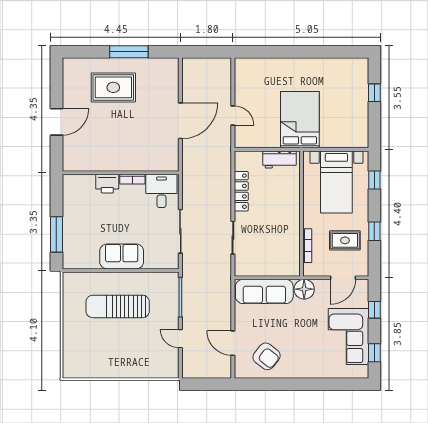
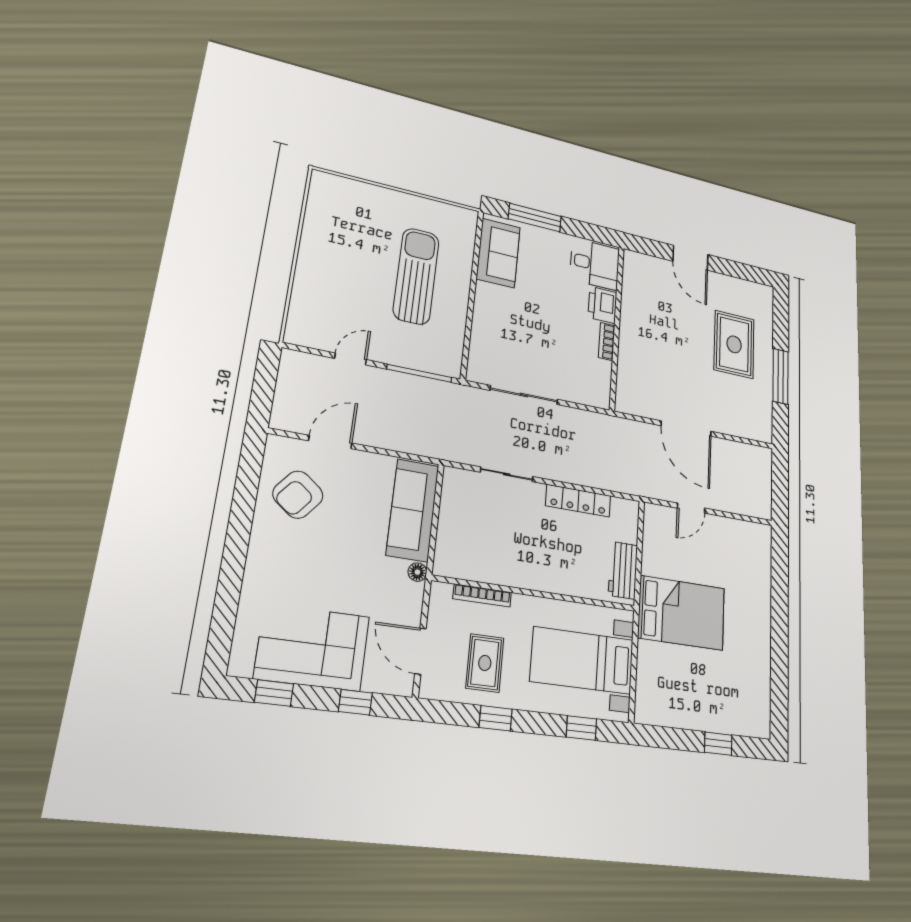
desk: (161, 191) -> (595, 264), moved
sofa: (122, 256) -> (498, 253), moved
floor lamp: (304, 289) -> (417, 572), width x0.53, depth x0.53

